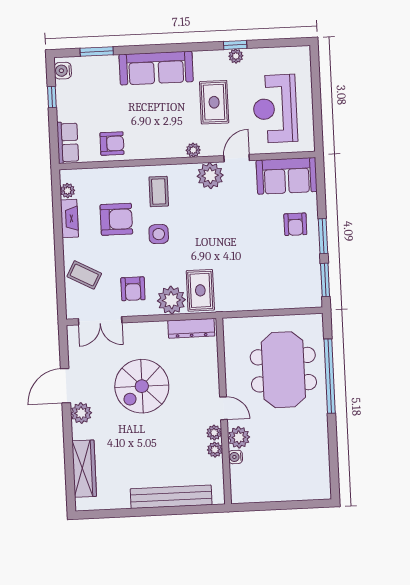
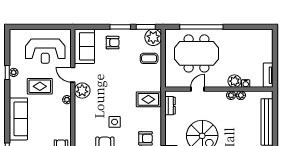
coffee table: (159, 192) -> (149, 58), moved
plant: (171, 300) -> (153, 37), moved
dresser: (191, 328) -> (170, 106), width x0.70
door: (224, 408) -> (197, 89), moved
tv unit: (252, 495) -> (268, 75), added

